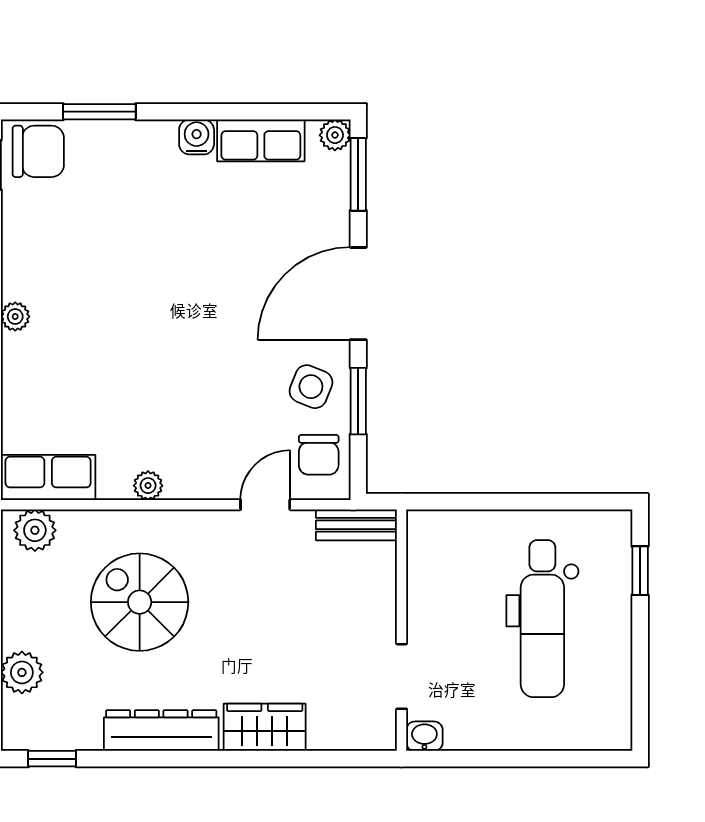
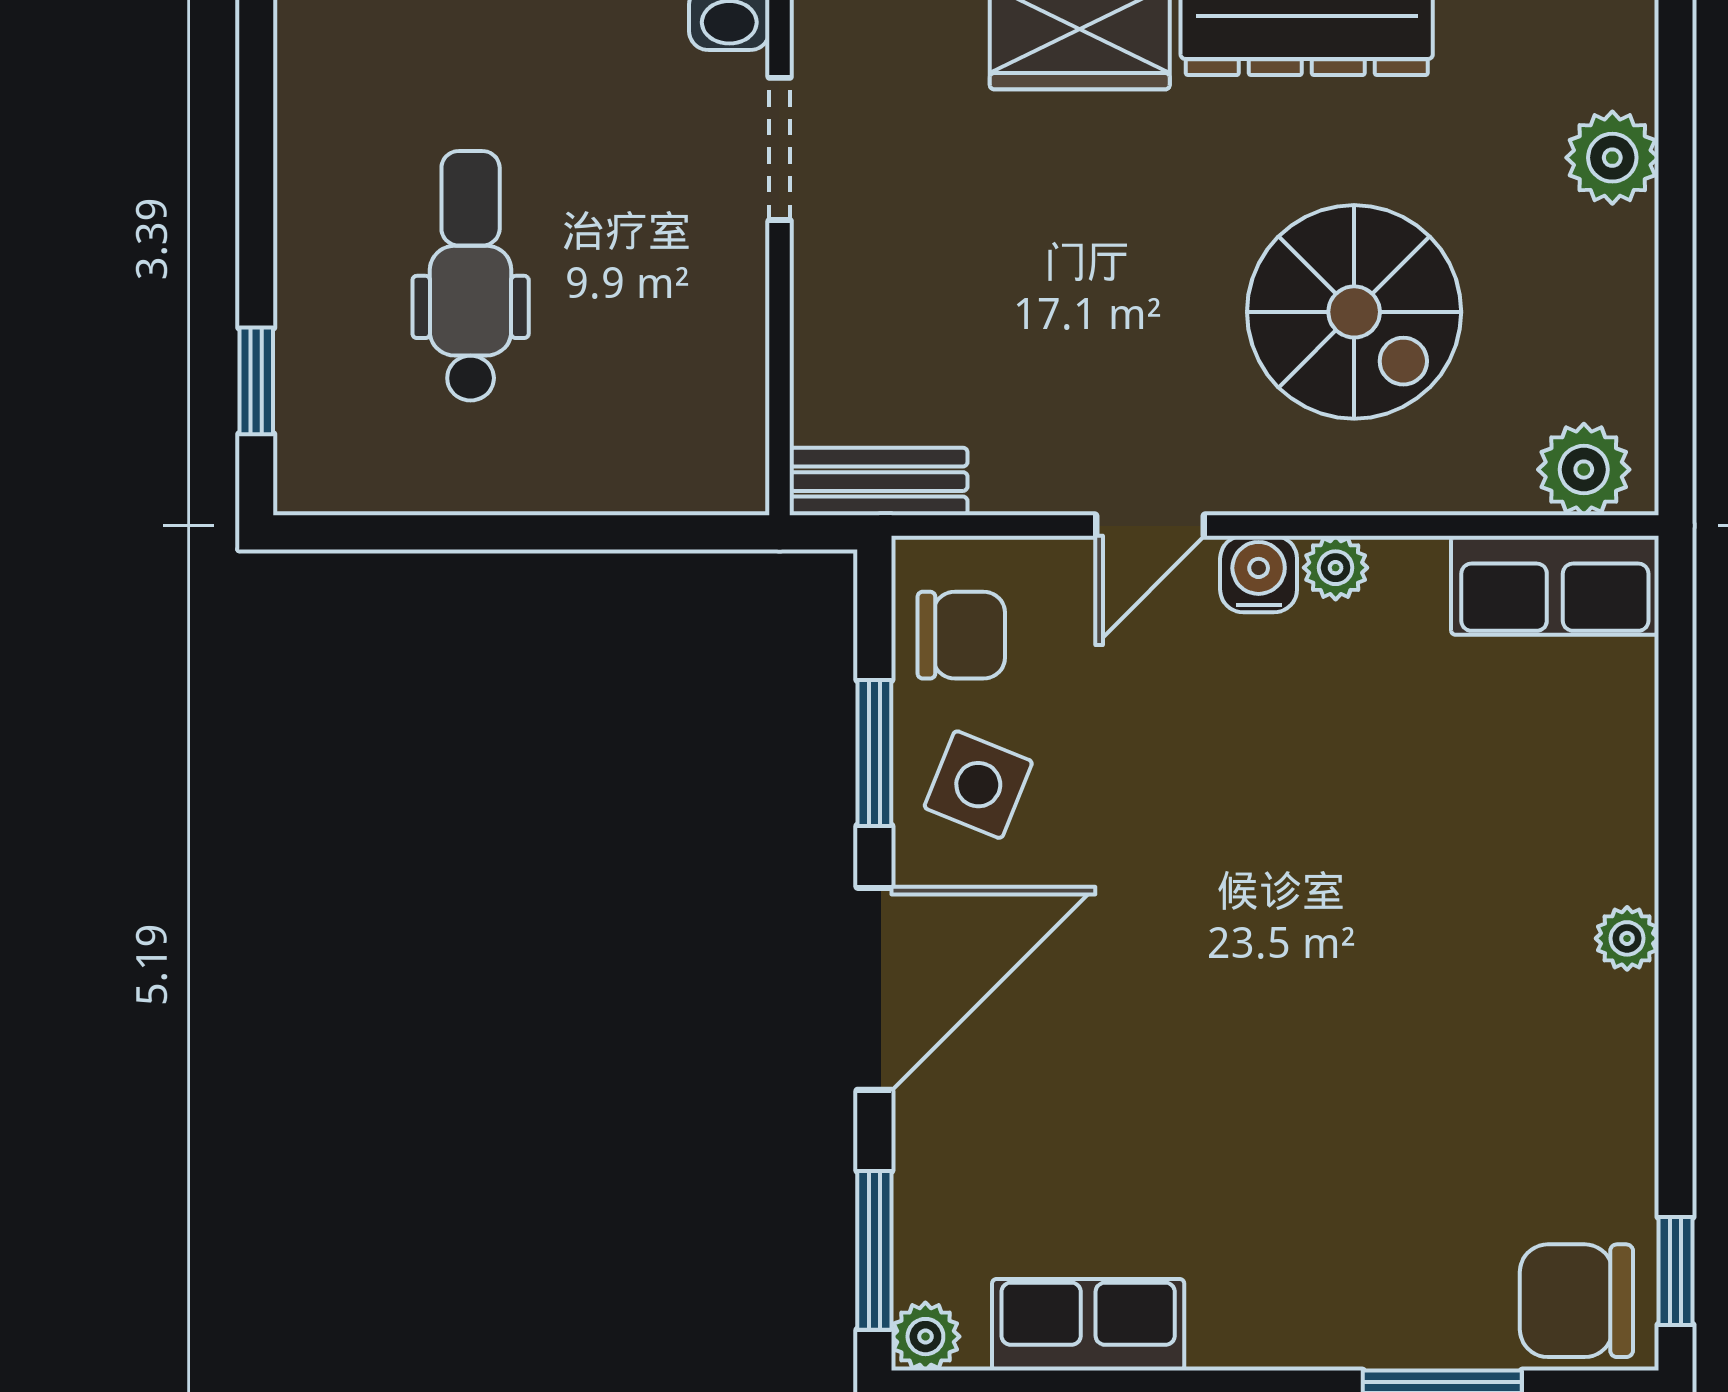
water cooler: (197, 137) -> (1259, 574), moved, turned 180
chair: (319, 455) -> (961, 635), turned 90
door: (265, 505) -> (1150, 526), moved
dental chair: (542, 619) -> (471, 276), width x0.73, depth x0.72

